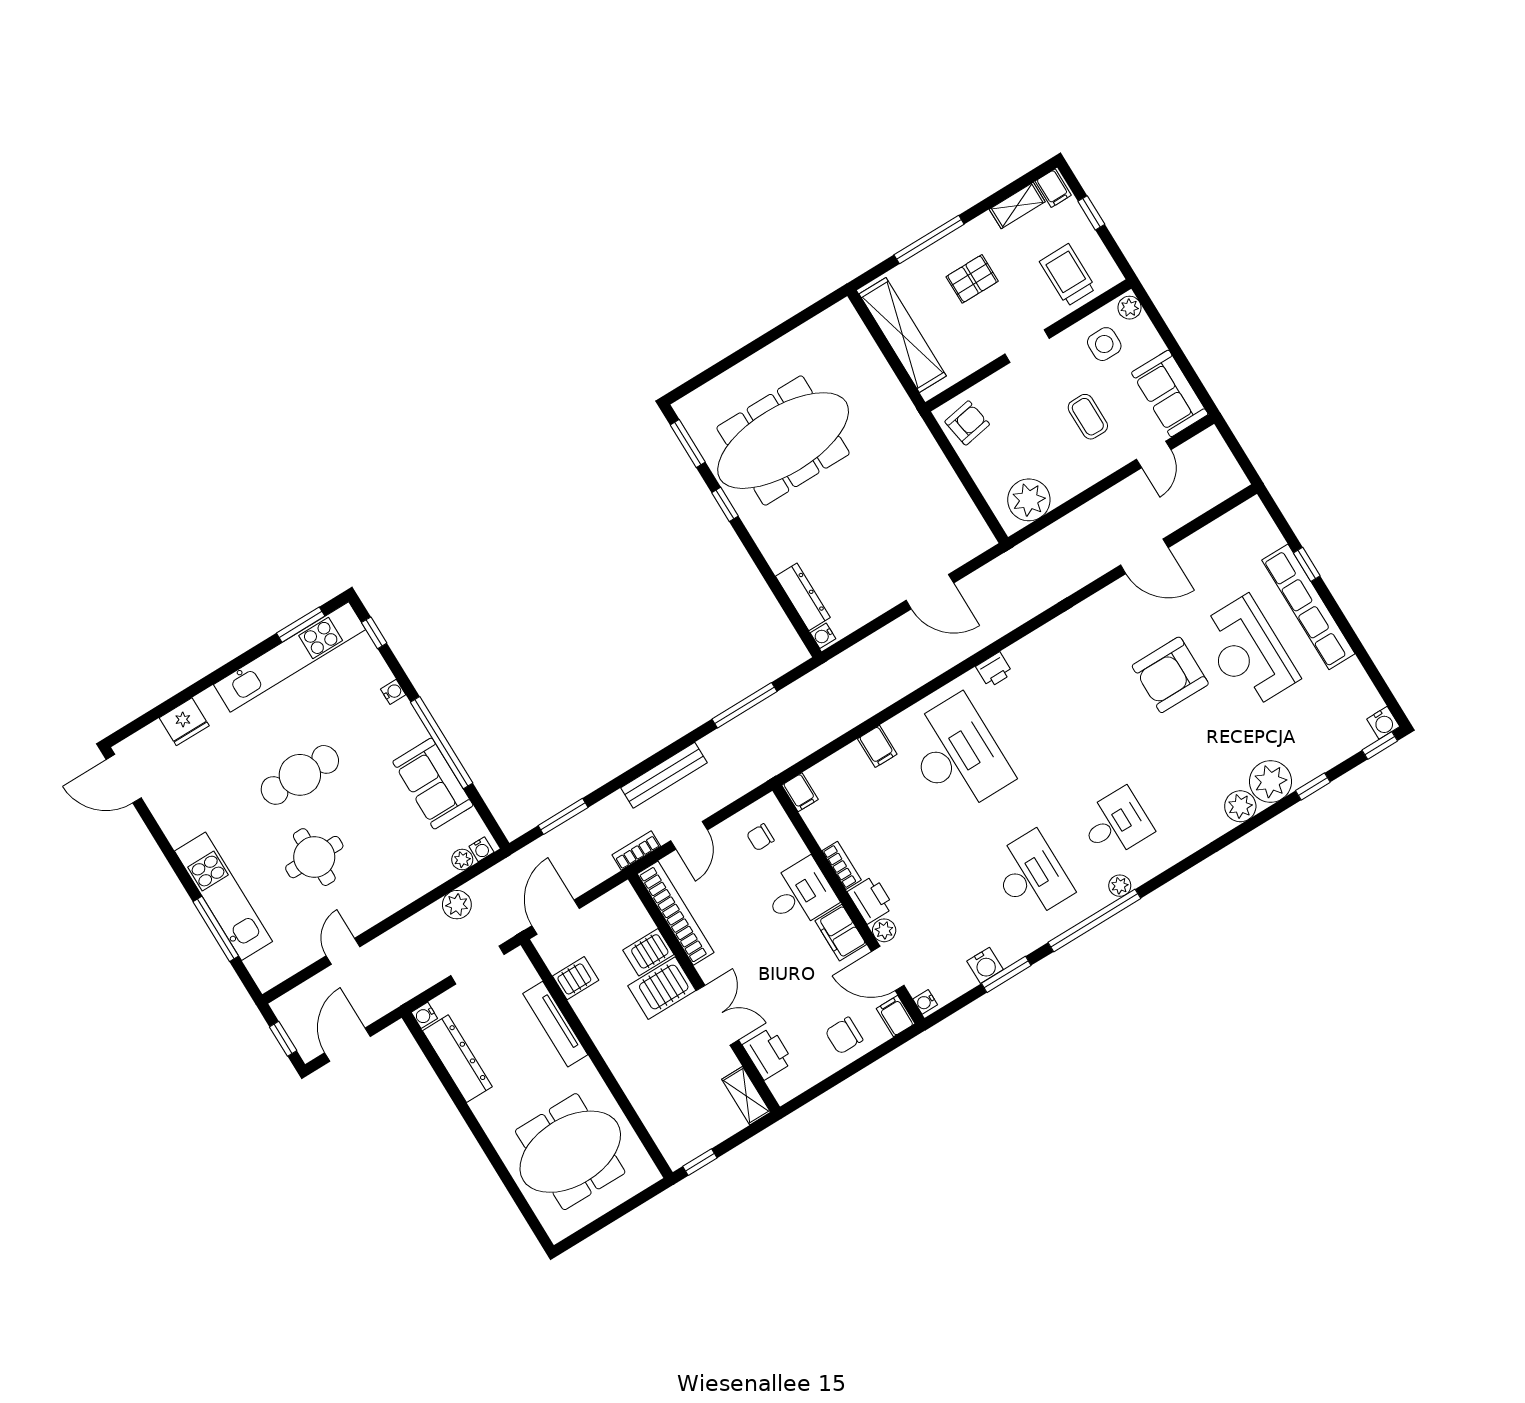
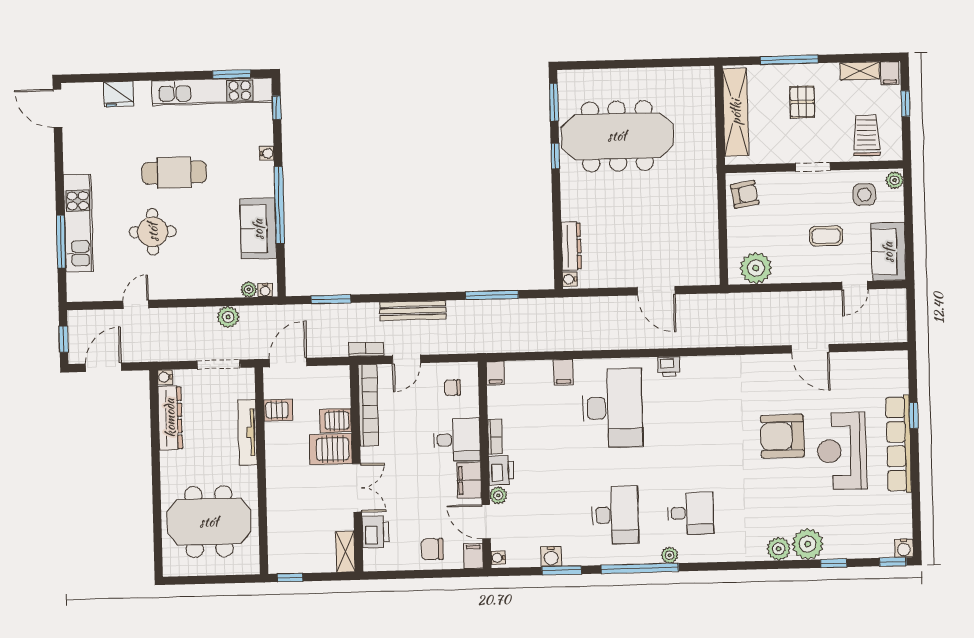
pallet: (972, 279) -> (802, 102), turned 90
coffee table: (1088, 417) -> (826, 236), turned 90

